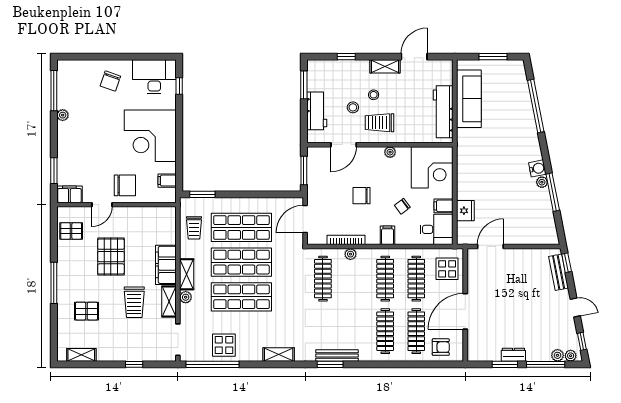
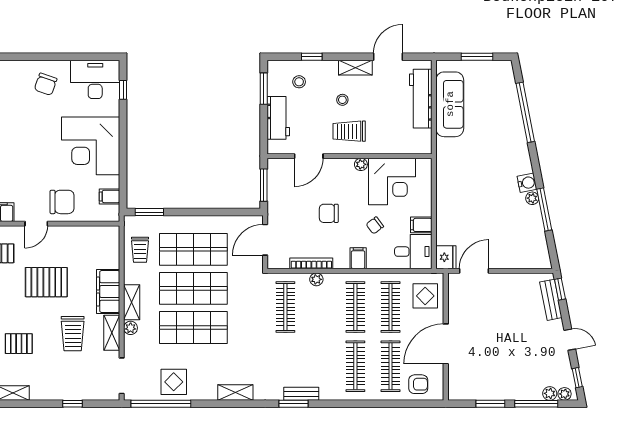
stool: (353, 107) -> (299, 82), moved
workbench: (443, 112) -> (421, 99), moved
corner desk: (432, 167) -> (392, 181), moved
fridge: (465, 211) -> (446, 257), moved
pallet: (111, 257) -> (46, 282), turned 90
dresser: (513, 355) -> (500, 393), removed
bench: (337, 356) -> (301, 394), width x0.73

